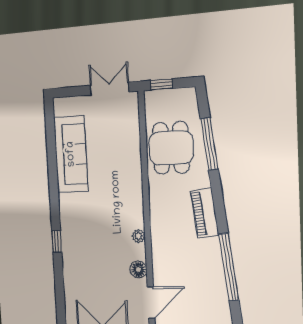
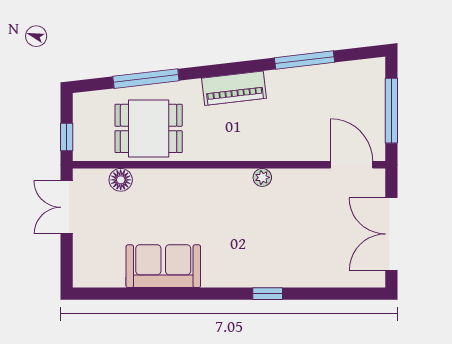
sofa: (71, 154) -> (163, 266), width x0.73
window: (229, 267) -> (304, 60), width x0.68
floor lamp: (138, 269) -> (121, 180), moved

